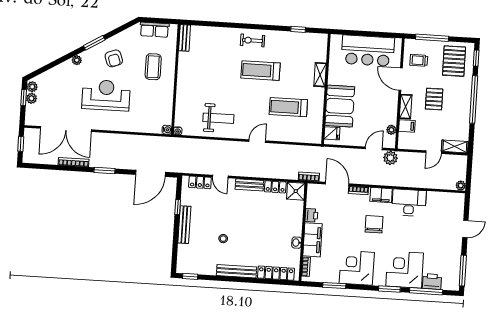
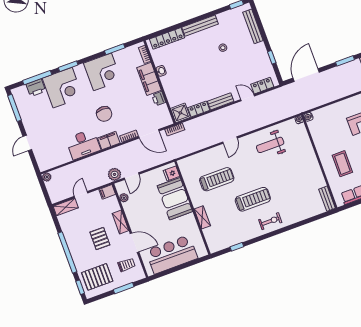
window: (432, 38) -> (124, 288), width x0.69
pallet: (454, 61) -> (97, 277), turned 90
filing cabinet: (407, 126) -> (107, 192), moved
bench: (184, 225) -> (253, 26), moved

